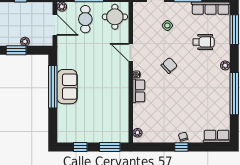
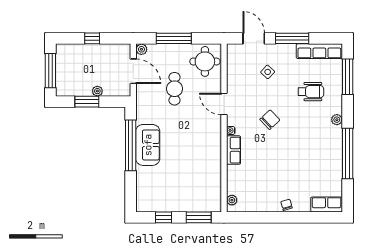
cafe table: (85, 19) -> (174, 89), moved
window: (181, 147) -> (284, 217), removed

